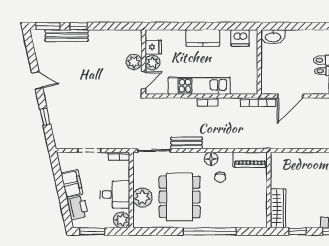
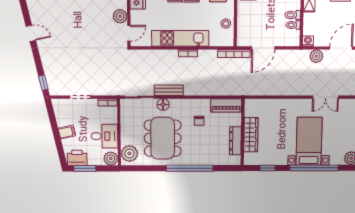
plant: (153, 63) -> (137, 17), removed
stool: (249, 70) -> (226, 24), added
window: (45, 117) -> (43, 83), moved
floor lamp: (211, 159) -> (163, 105), moved
filing cabinet: (72, 184) -> (67, 132), width x0.50
plant: (142, 198) -> (129, 153), moved
dresser: (261, 200) -> (235, 141), added
printer: (77, 208) -> (77, 158), moved, turned -78
wardrobe: (278, 208) -> (251, 135), moved

